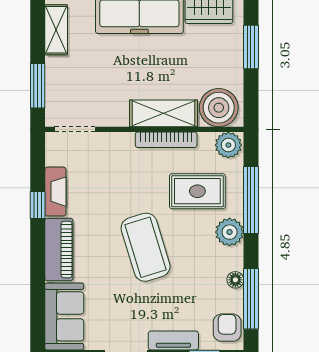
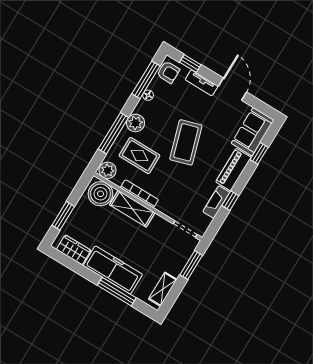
window: (38, 292) -> (259, 153), added
armchair: (227, 328) -> (168, 72), turned -90

